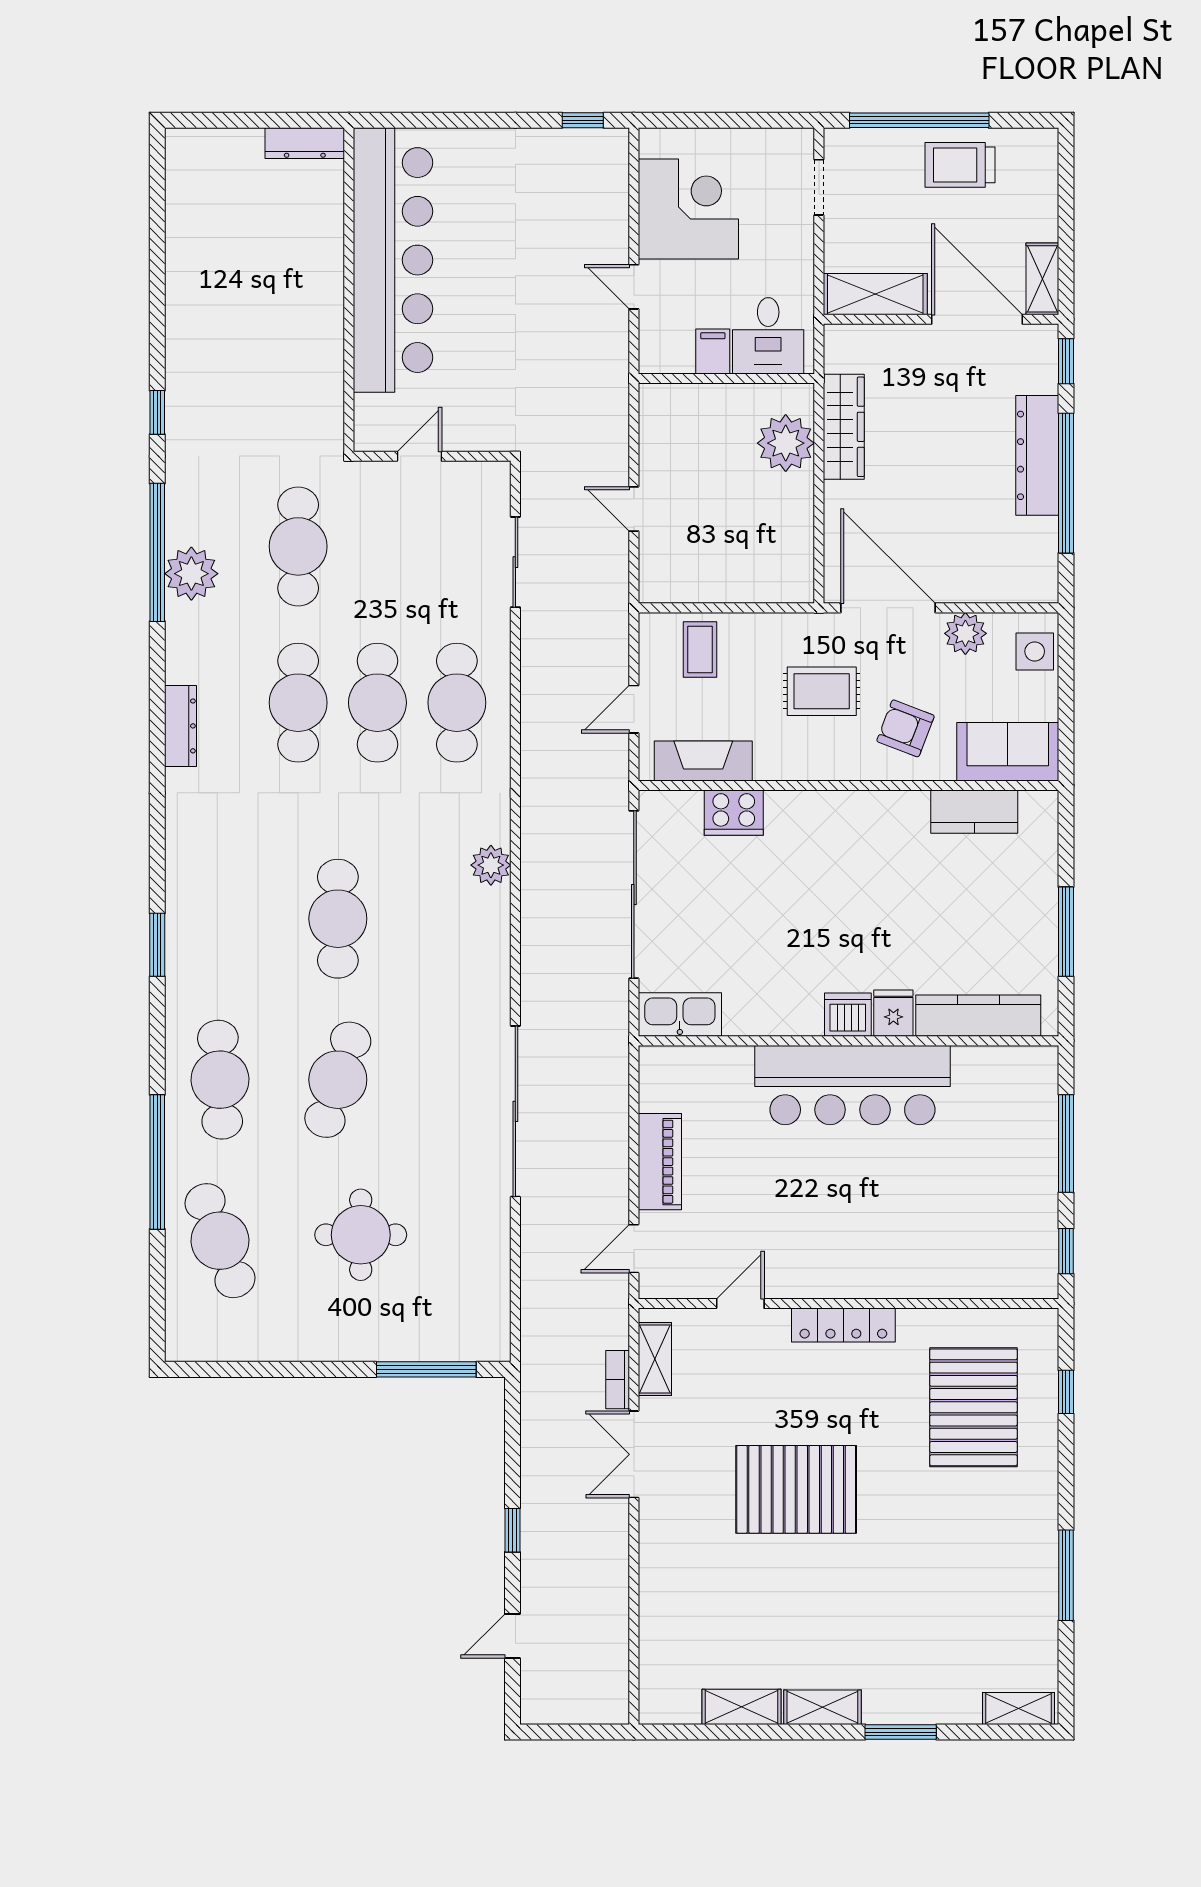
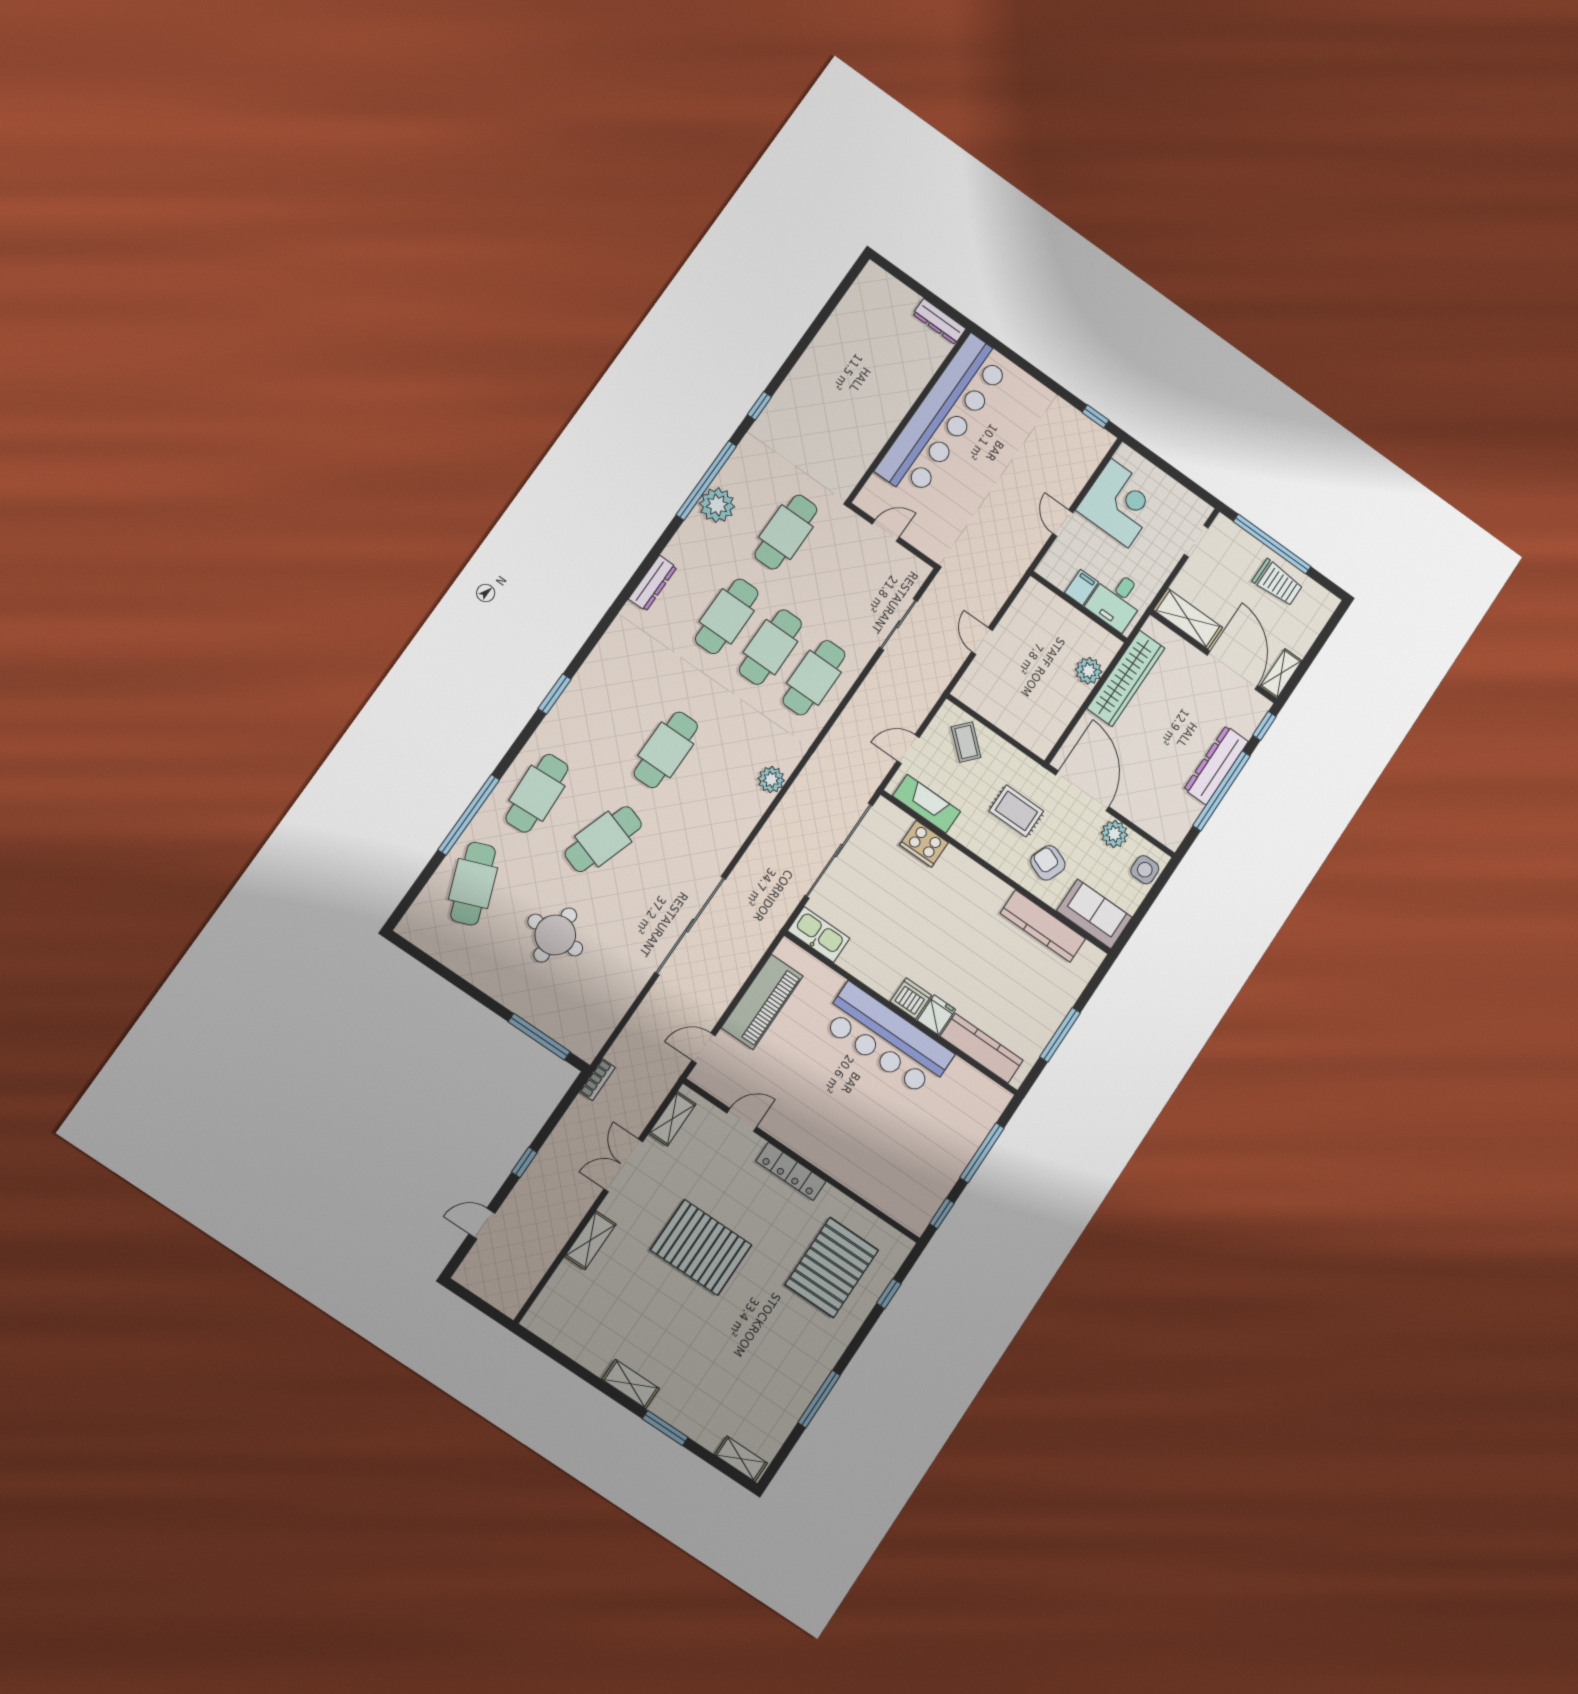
trolley: (960, 165) -> (1278, 583), turned 180
wardrobe: (844, 427) -> (1126, 678), width x1.40, depth x1.17
plant: (786, 443) -> (1089, 671), width x0.73, depth x0.73
coffee table: (700, 650) -> (966, 742), turned -48
kitchen counter: (974, 812) -> (1043, 926), width x1.50
piano: (660, 1162) -> (762, 1002), width x1.37, depth x1.33
bookcase: (618, 1380) -> (597, 1080), moved, turned 180
shelving: (742, 1707) -> (590, 1240), moved, turned 90

